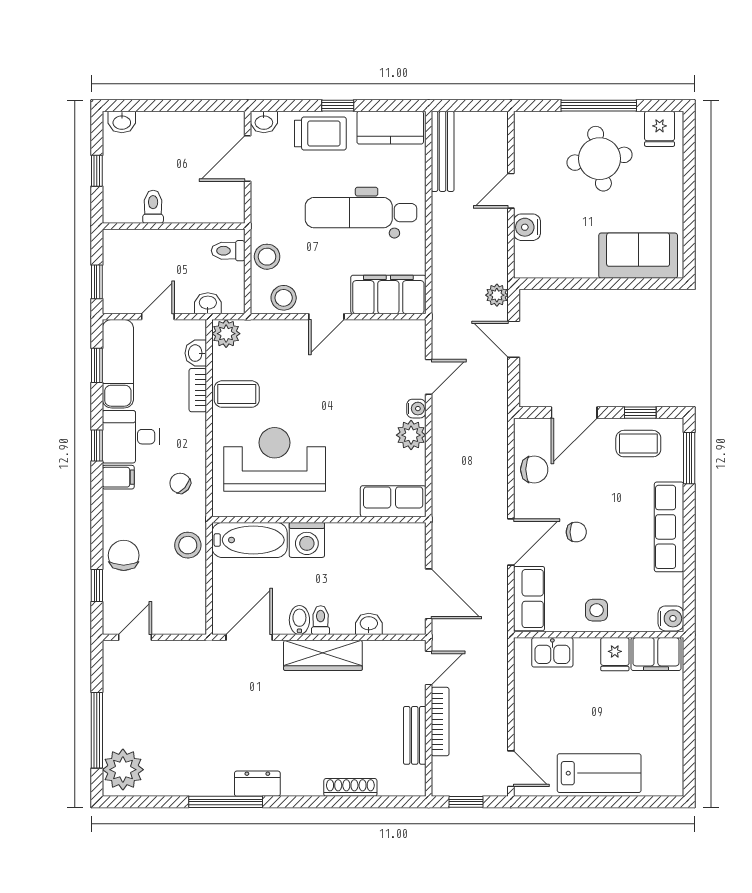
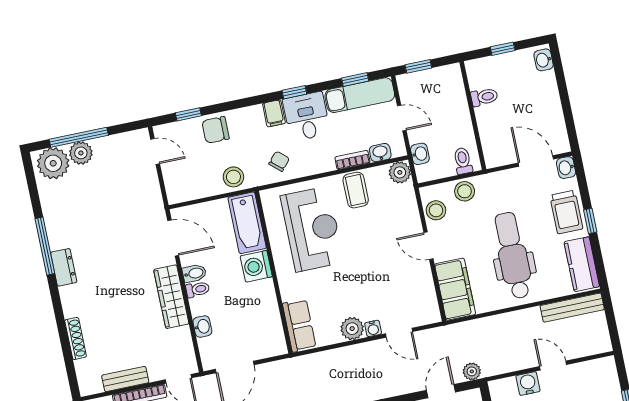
chair: (124, 555) -> (216, 130), turned 180
plant: (117, 732) -> (81, 153), added

